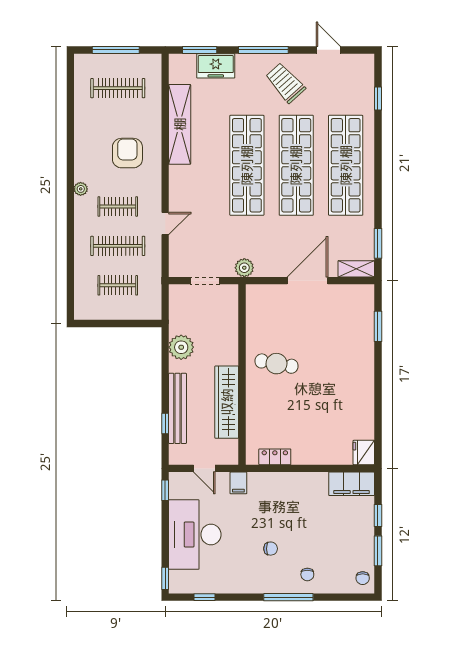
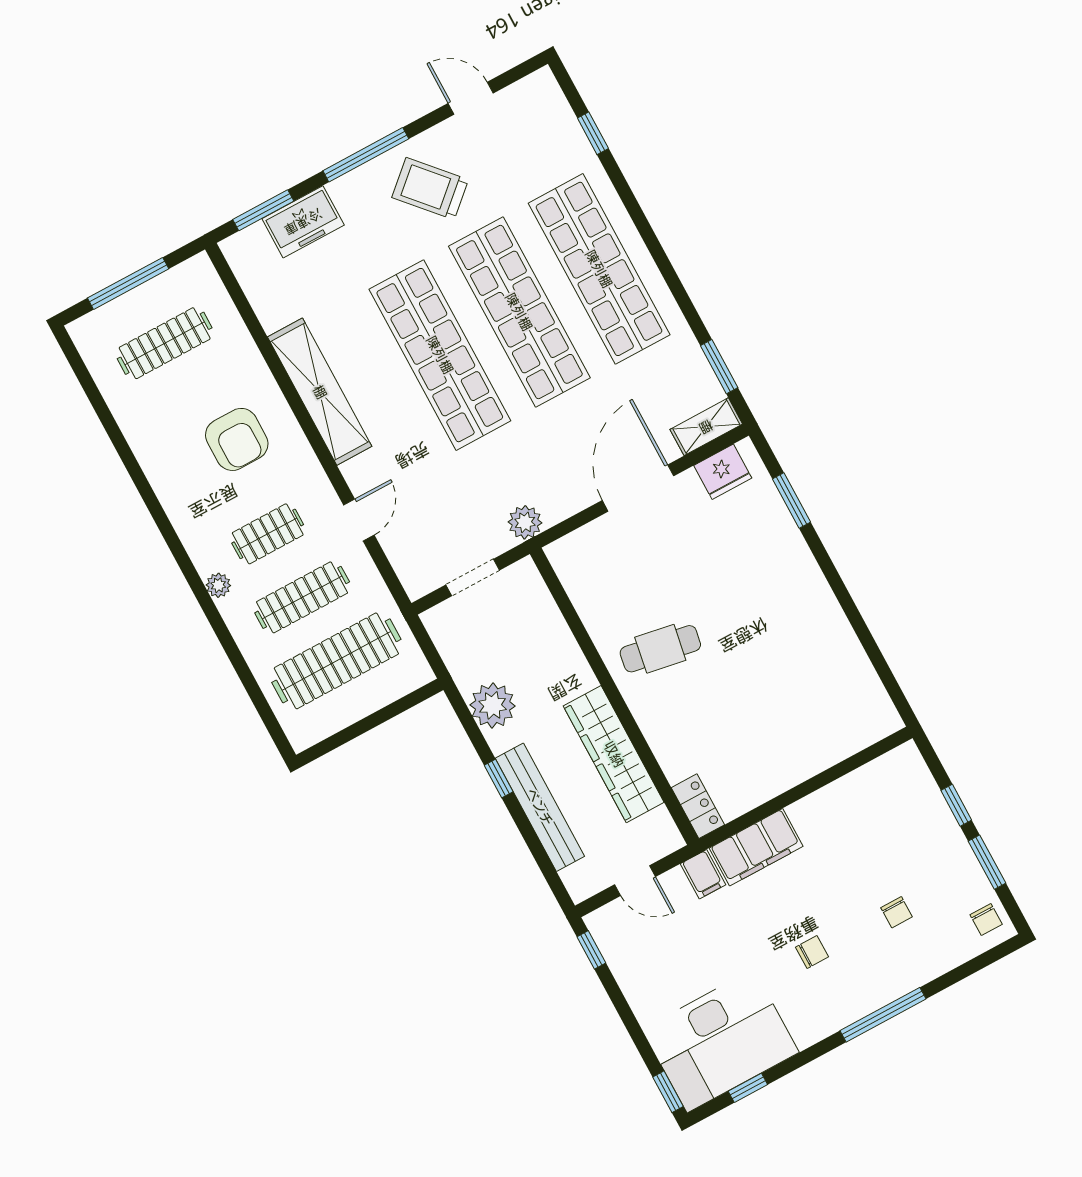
shelving: (180, 124) -> (320, 392), moved
armchair: (127, 153) -> (237, 439), turned 180
plant: (81, 189) -> (218, 585), moved
clothes rail: (118, 285) -> (336, 661), width x1.86, depth x1.31
window: (165, 424) -> (499, 778), moved
fridge: (364, 453) -> (723, 472), moved, turned -90
locker: (275, 457) -> (698, 806), moved, turned 90
filing cabinet: (352, 484) -> (756, 847), moved
desk: (195, 535) -> (720, 1041), moved, turned -90
chair: (307, 574) -> (897, 912), moved

